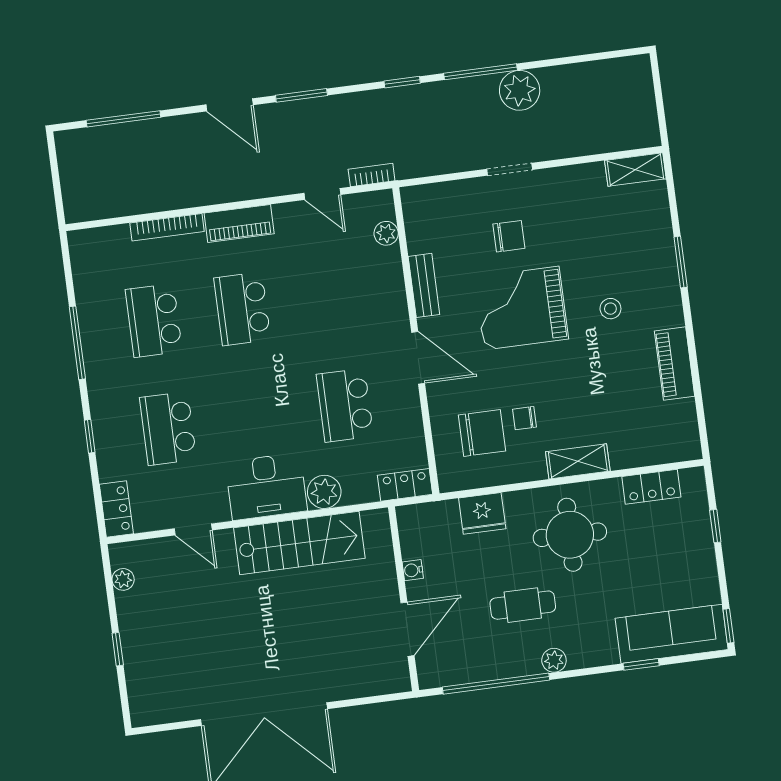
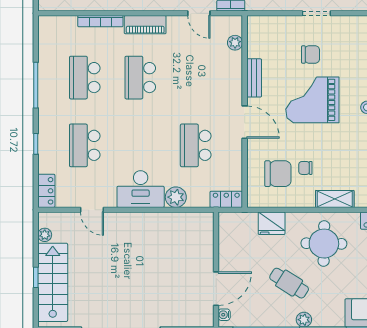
stairs: (299, 543) -> (53, 282), moved, turned -90
water cooler: (413, 570) -> (224, 315), moved
cafe table: (523, 605) -> (289, 283), turned 32

